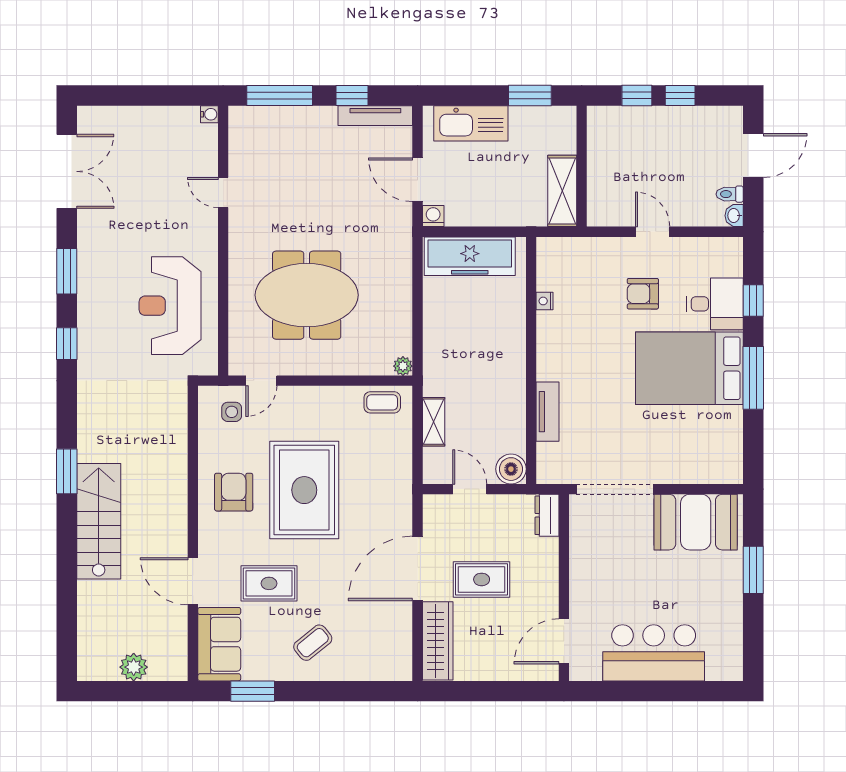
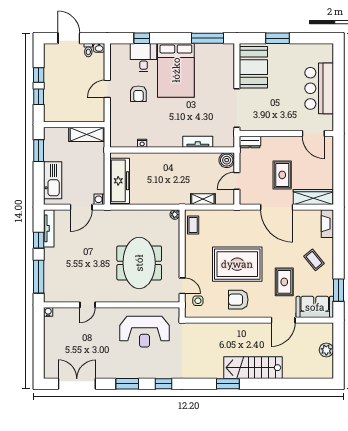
window: (753, 378) -> (207, 38), moved
fireplace: (385, 669) -> (327, 224), added

